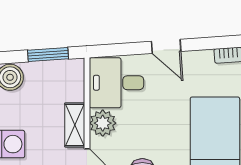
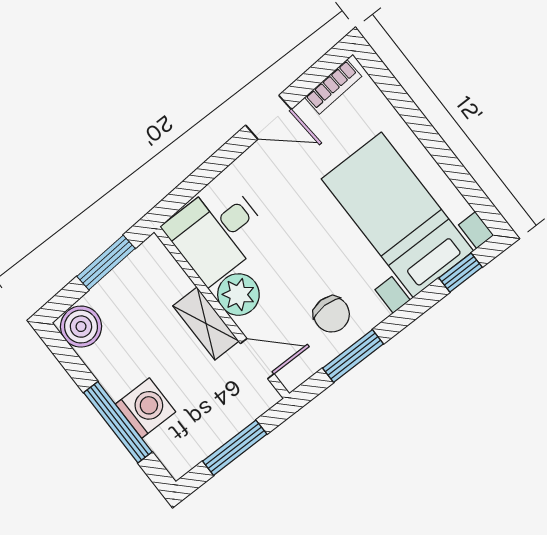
door: (166, 46) -> (268, 117), moved

